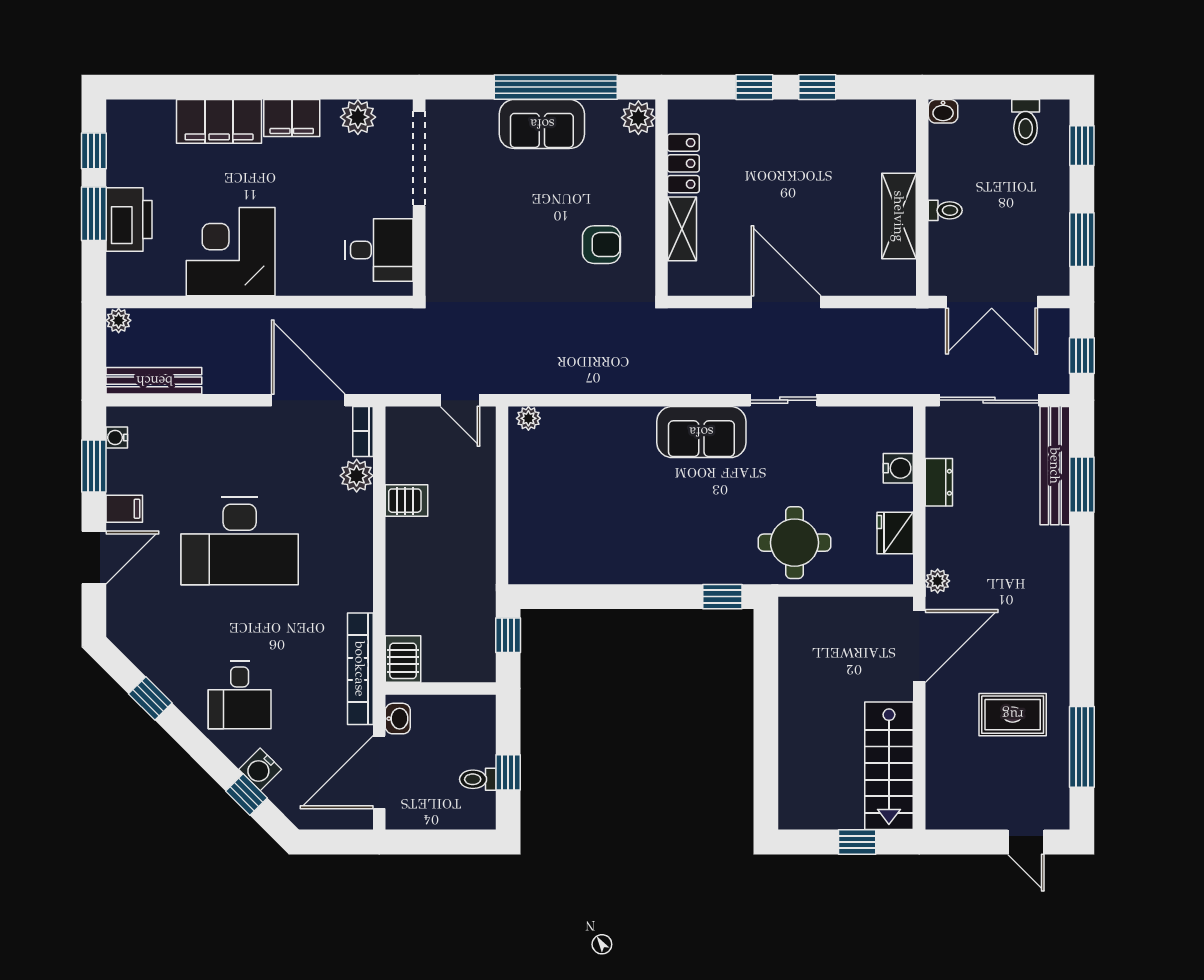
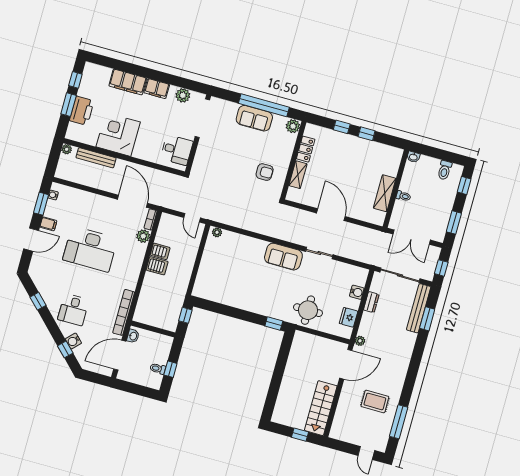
bench: (154, 381) -> (96, 158), moved
server rack: (403, 659) -> (157, 266), moved, turned 90

